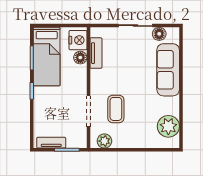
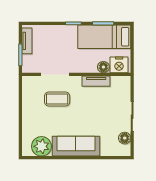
tv unit: (96, 53) -> (96, 81), moved
sofa: (168, 70) -> (76, 146), moved
plant: (104, 141) -> (28, 89), removed

